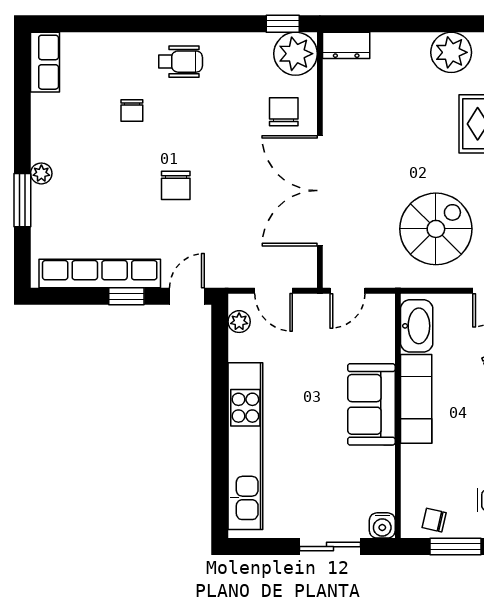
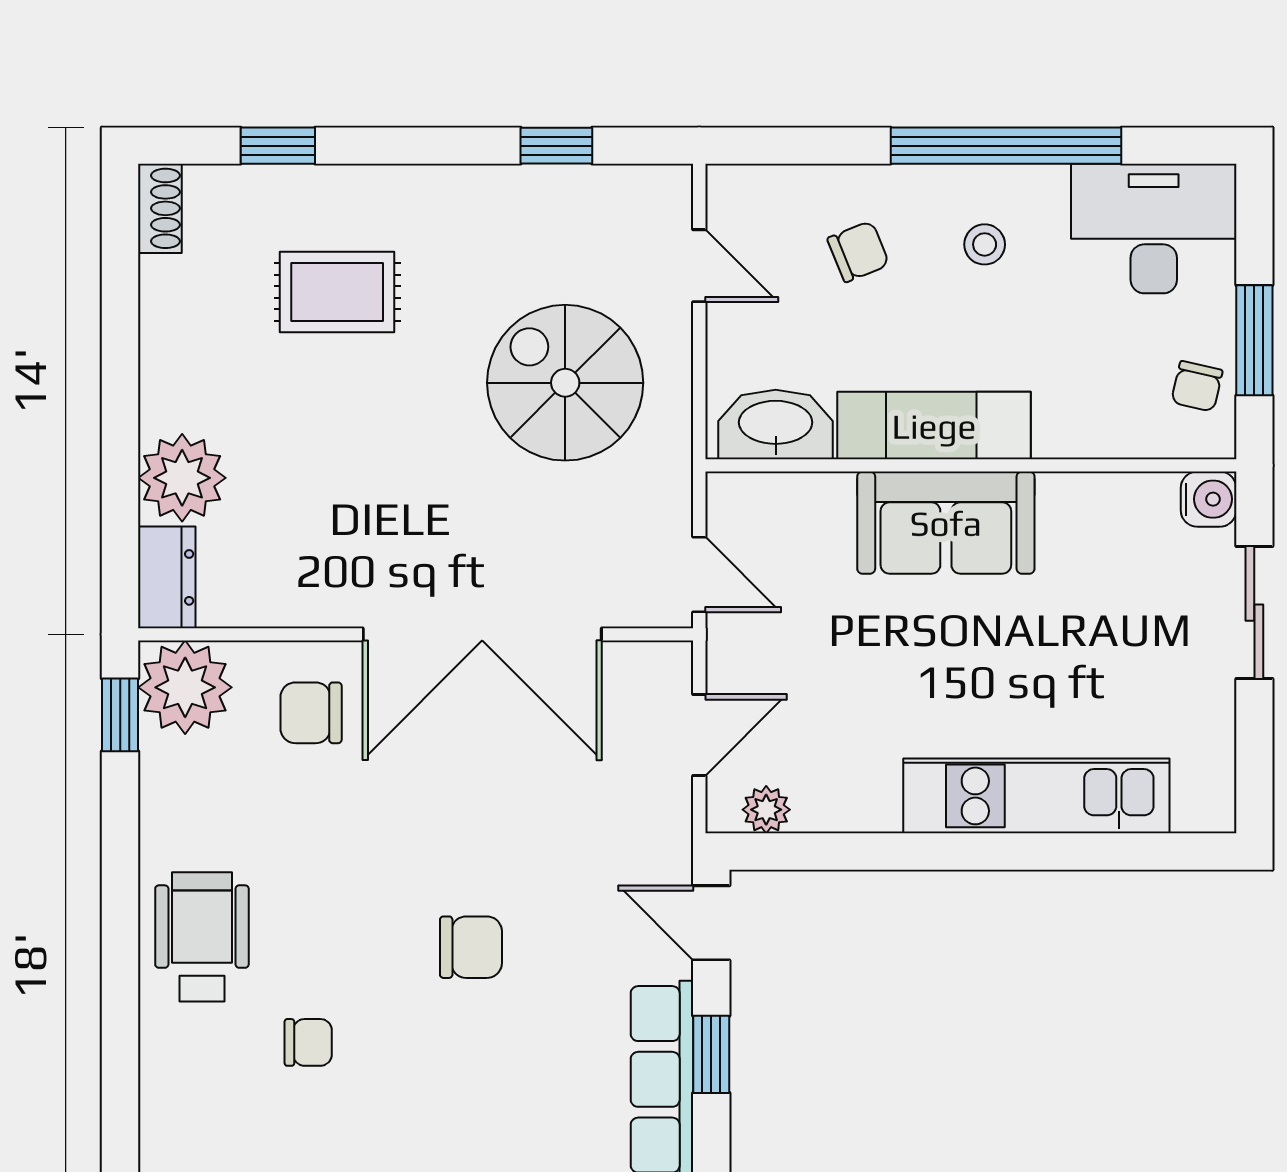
plant: (451, 52) -> (182, 478), moved
wheelchair: (180, 62) -> (202, 937), width x1.36, depth x1.37
kitchen unit: (245, 446) -> (1036, 796), width x0.73

